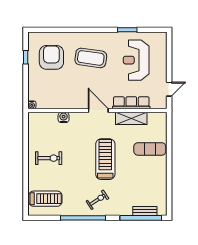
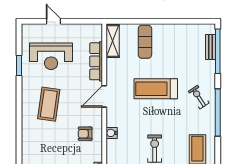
armchair: (51, 57) -> (85, 134), moved, width x0.53, depth x0.53
door: (169, 89) -> (53, 21), moved
shelving: (131, 118) -> (113, 41), moved

